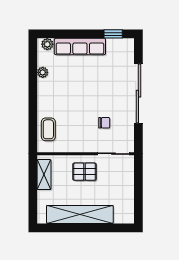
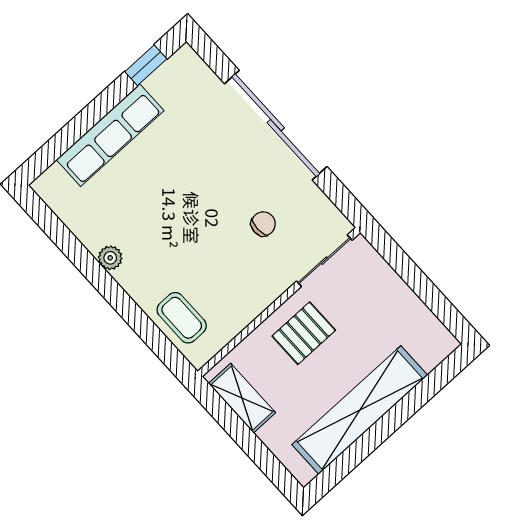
plant: (47, 44) -> (53, 180), removed
plant: (43, 72) -> (110, 258), moved

